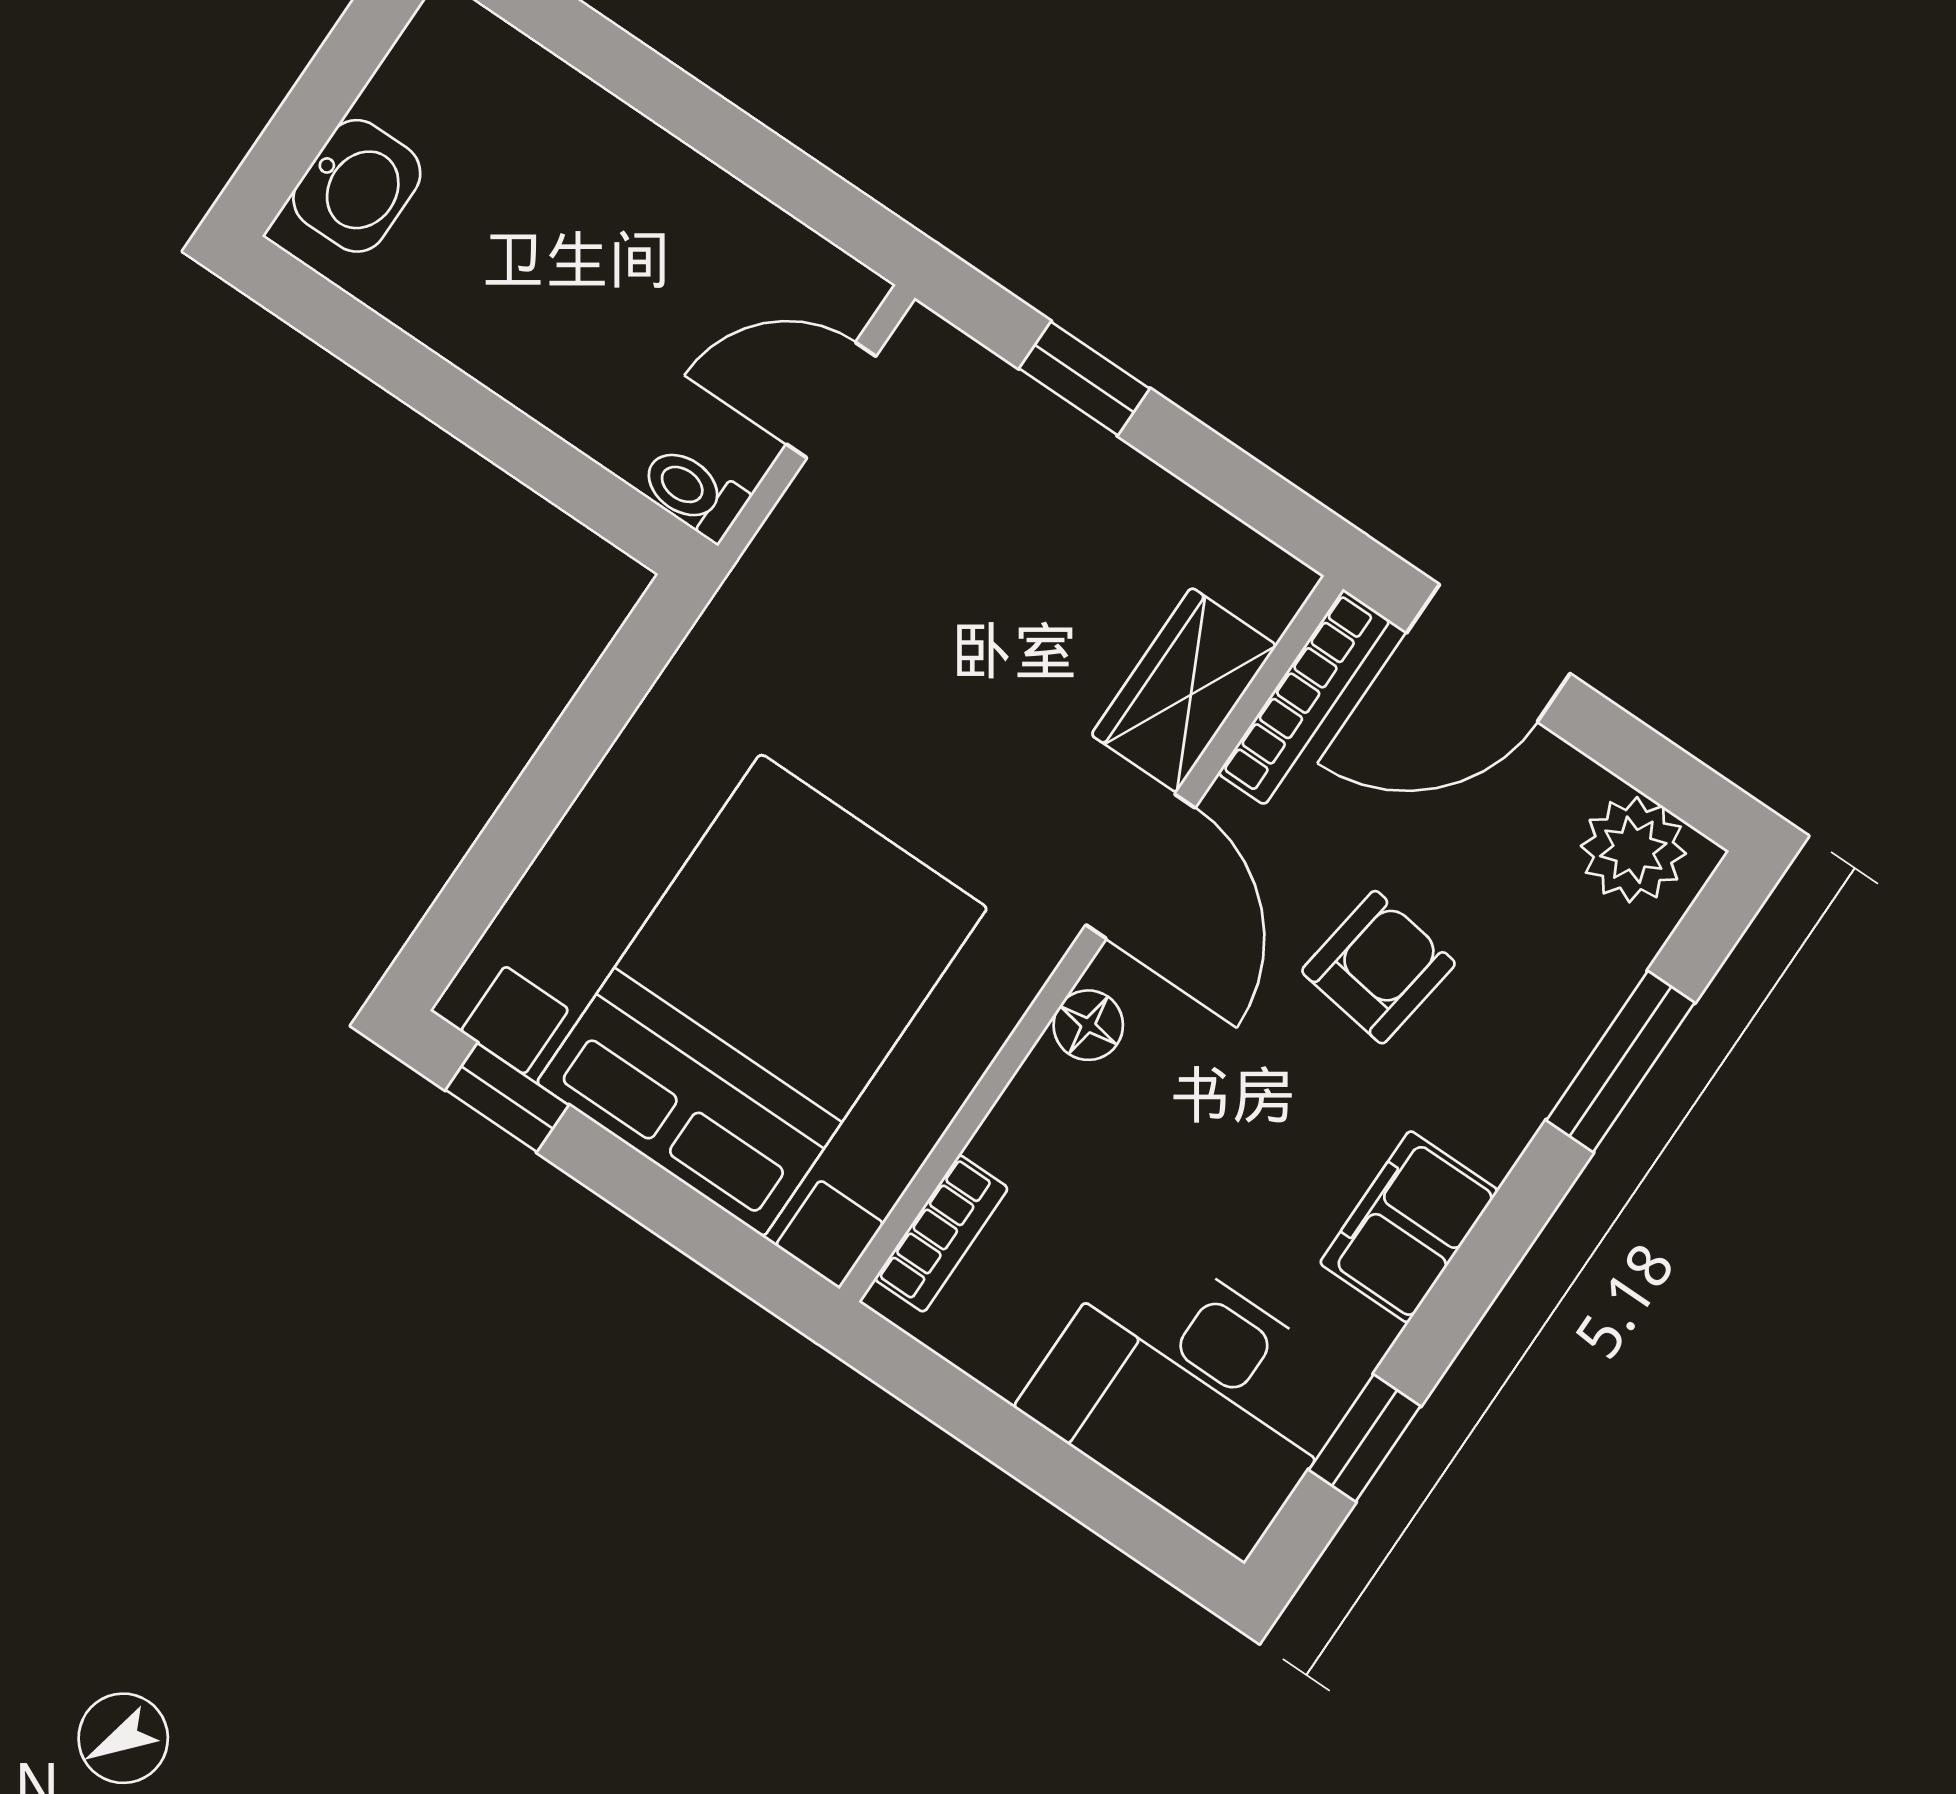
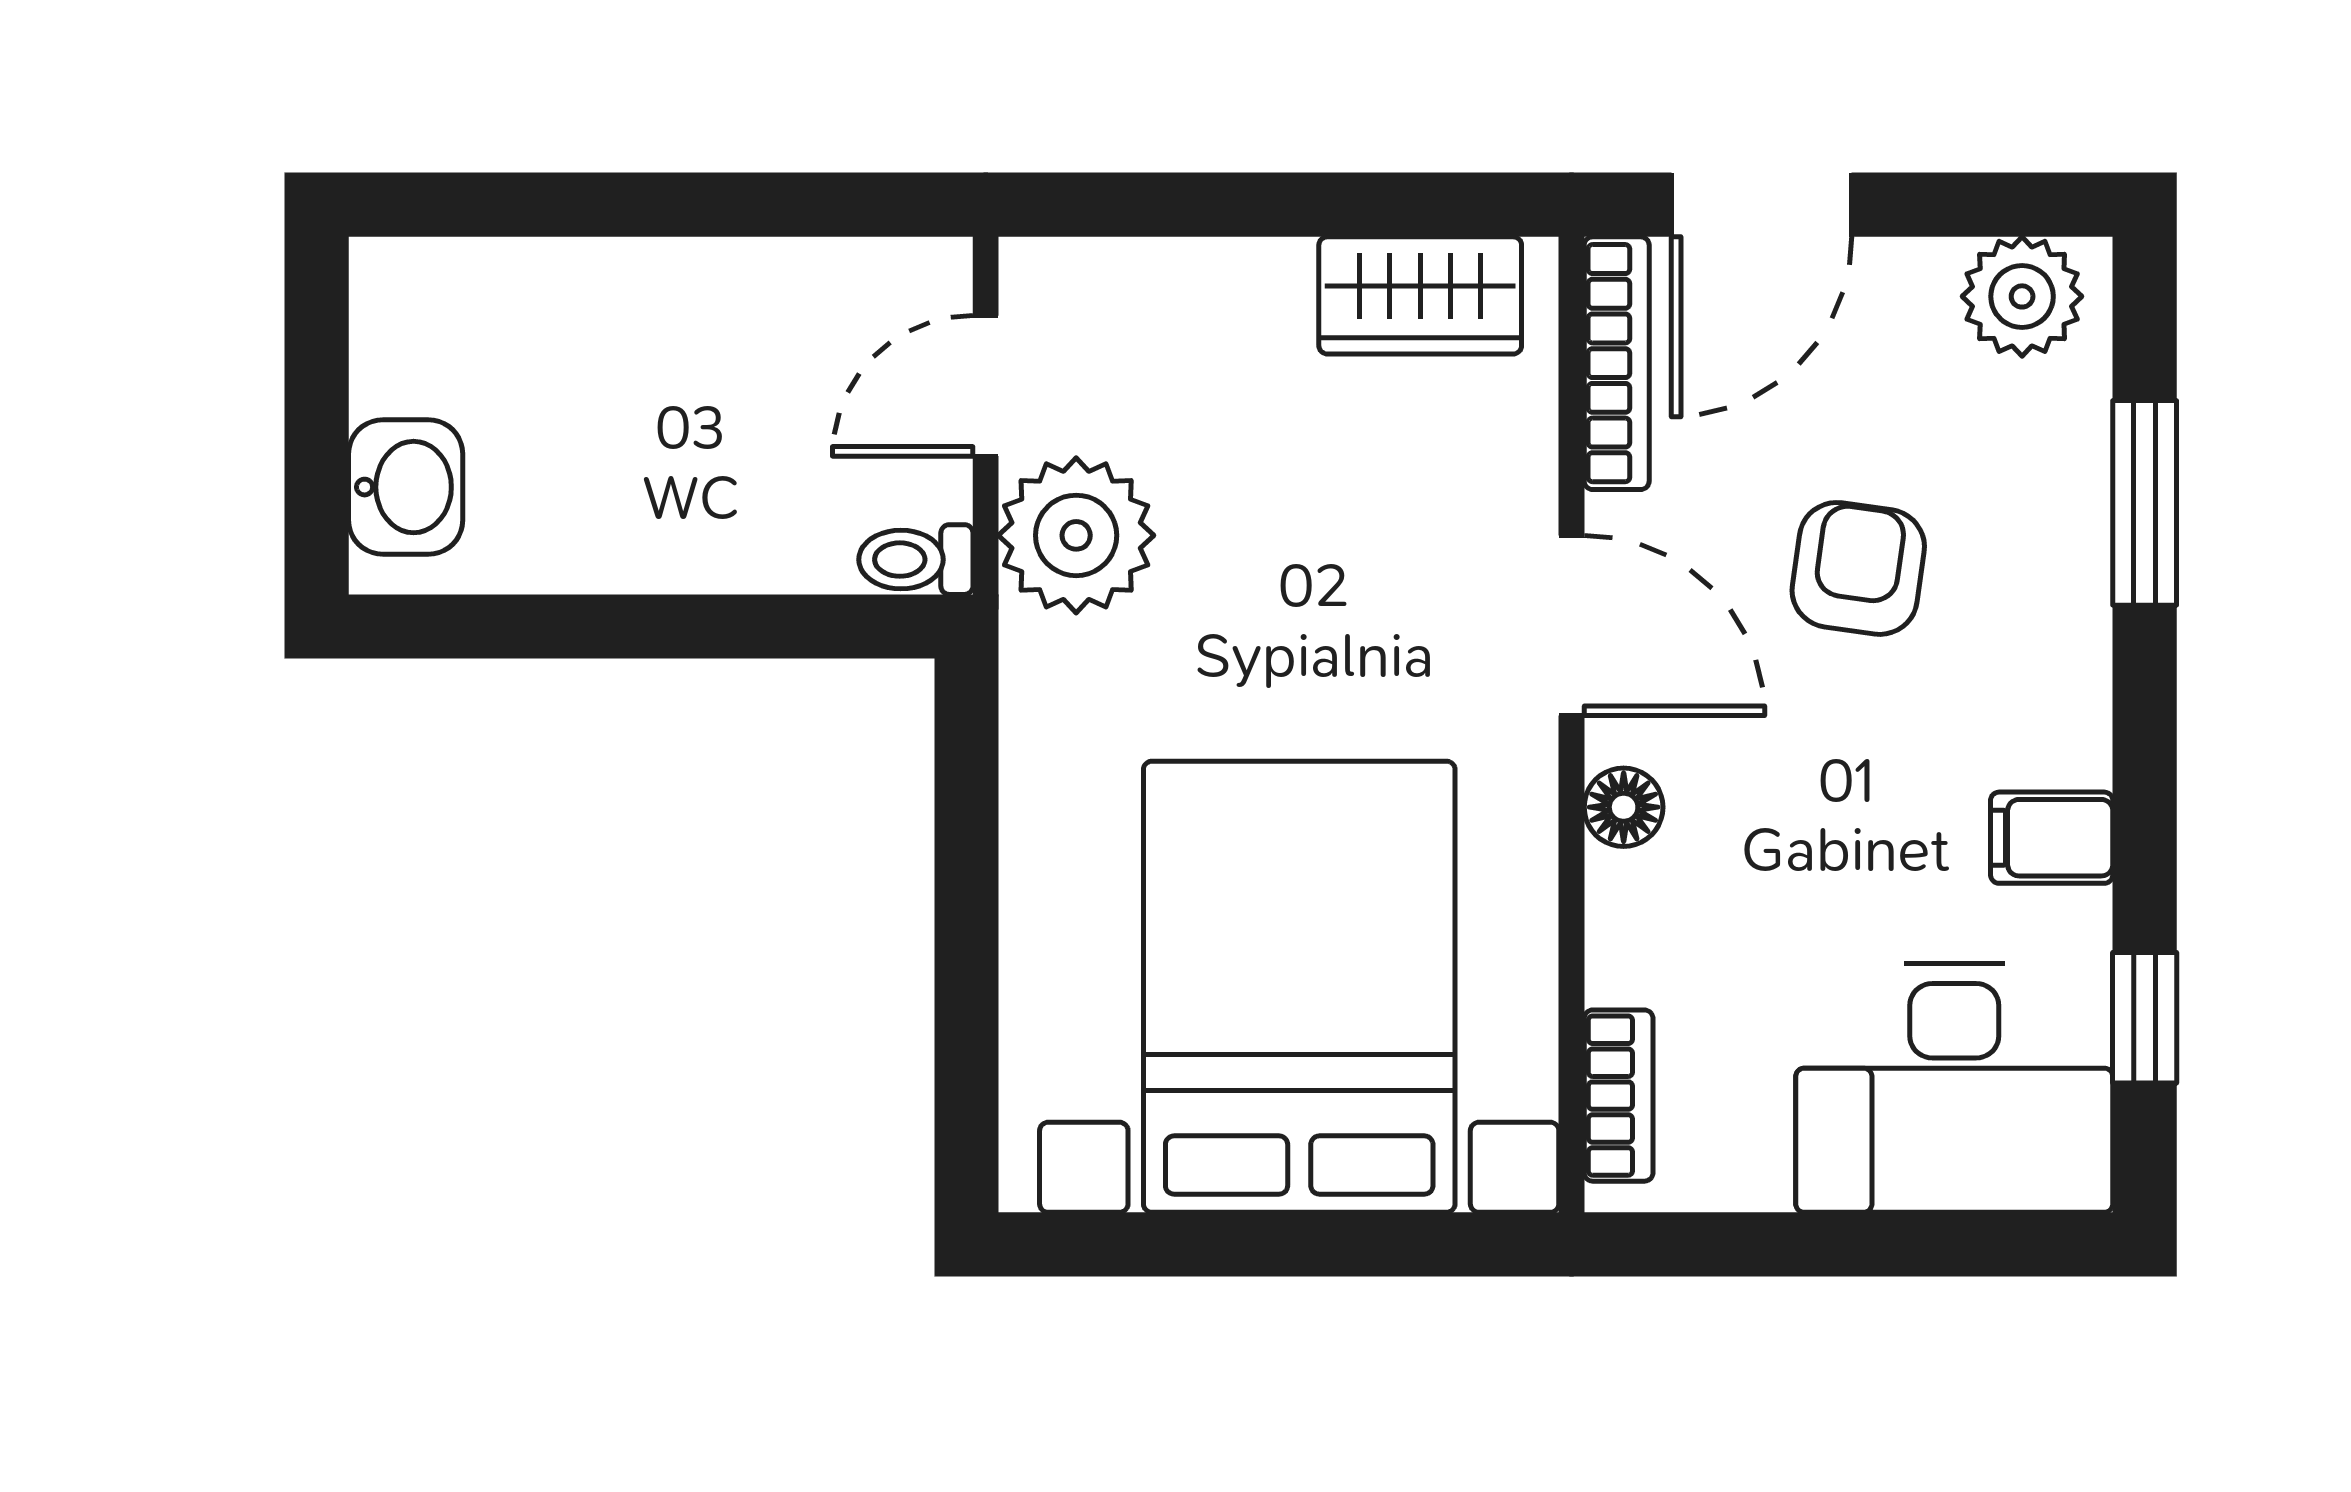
window: (1084, 378) -> (1209, 205), removed
plant: (823, 554) -> (1076, 535), added
wardrobe: (1184, 690) -> (1420, 295), moved, turned -90
window: (507, 1097) -> (1126, 1244), removed
filing cabinet: (1409, 1227) -> (2052, 838), width x0.50

